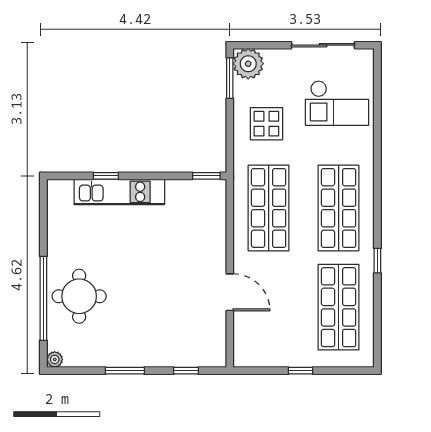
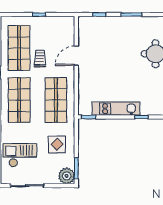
kitchen unit: (119, 192) -> (116, 109), moved
trolley: (299, 287) -> (40, 59), added
door: (230, 292) -> (76, 56), hinge flipped

